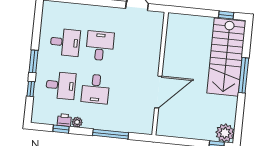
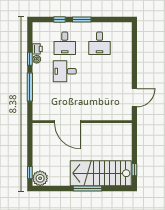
desk: (100, 46) -> (100, 71), removed
window: (61, 129) -> (30, 59), moved

